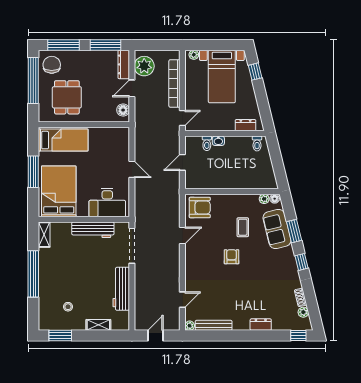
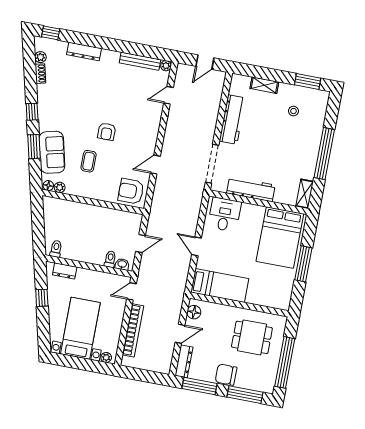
chair: (52, 65) -> (226, 375), moved, turned 90
plant: (144, 66) -> (162, 355), removed
window: (255, 72) -> (42, 298), moved
dining table: (67, 97) -> (252, 337), turned 90
bed: (63, 140) -> (220, 286), moved, turned 180
washbasin: (218, 141) -> (122, 264), moved
desk: (107, 203) -> (225, 215), width x0.73
dresser: (261, 325) -> (84, 51), width x1.44

